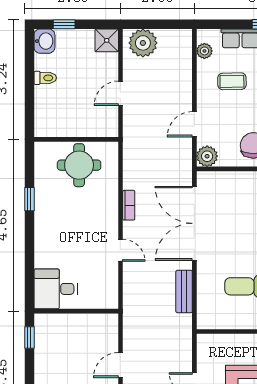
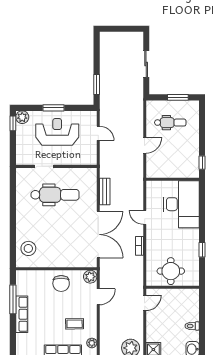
door: (120, 93) -> (145, 303), moved
desk: (56, 289) -> (181, 204), width x1.87, depth x1.30

